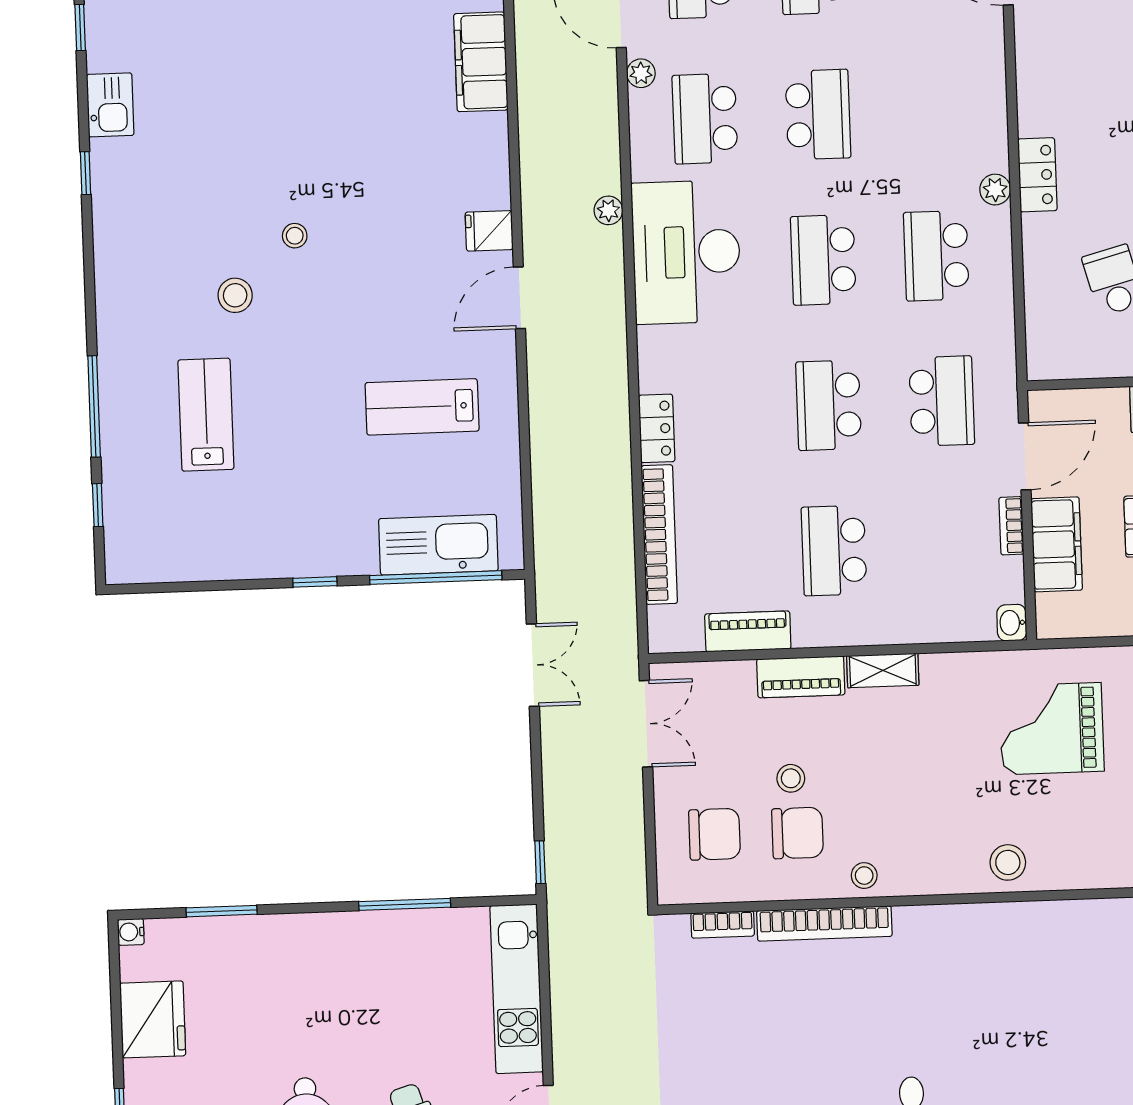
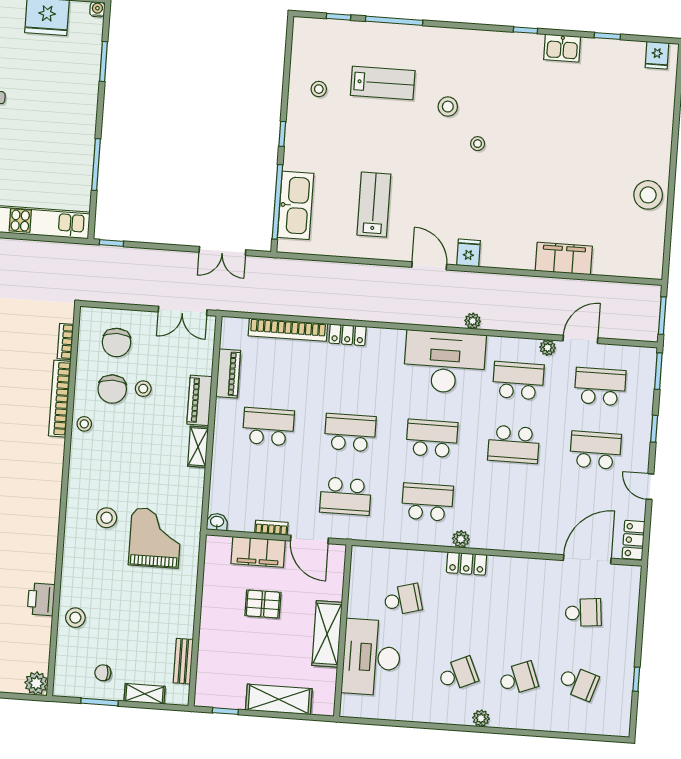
stool: (229, 526) -> (319, 89), added
stool: (1008, 862) -> (107, 518), moved

